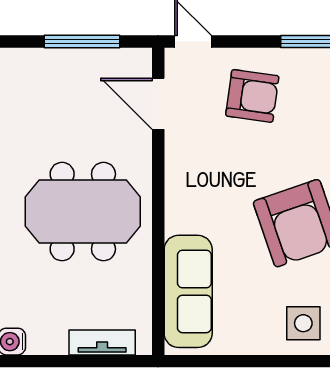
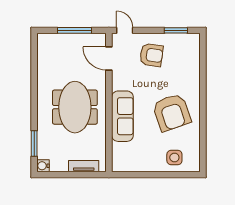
meeting table: (83, 212) -> (75, 107), turned 90
sofa: (188, 291) -> (122, 116), moved

